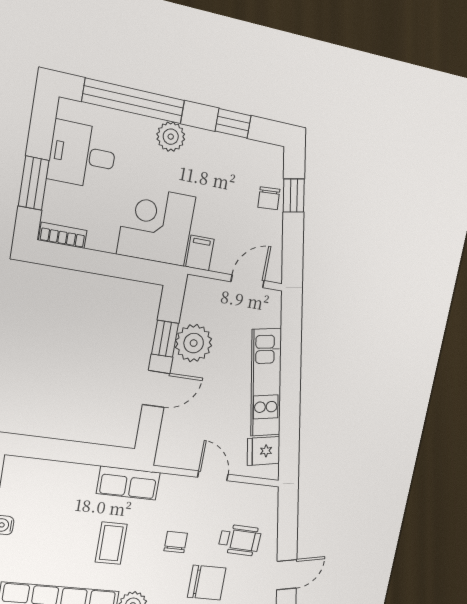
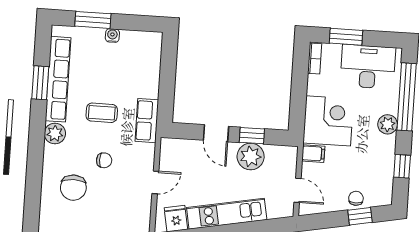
desk: (82, 155) -> (368, 67), width x1.37
chair: (269, 198) -> (356, 198), turned 94
wheelchair: (240, 540) -> (107, 209), removed

